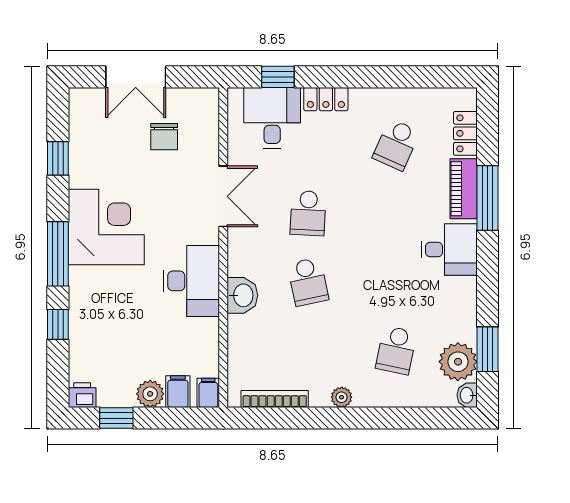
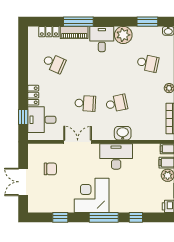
double door: (136, 77) -> (23, 182), swing flipped
plant: (458, 362) -> (123, 35), moved

